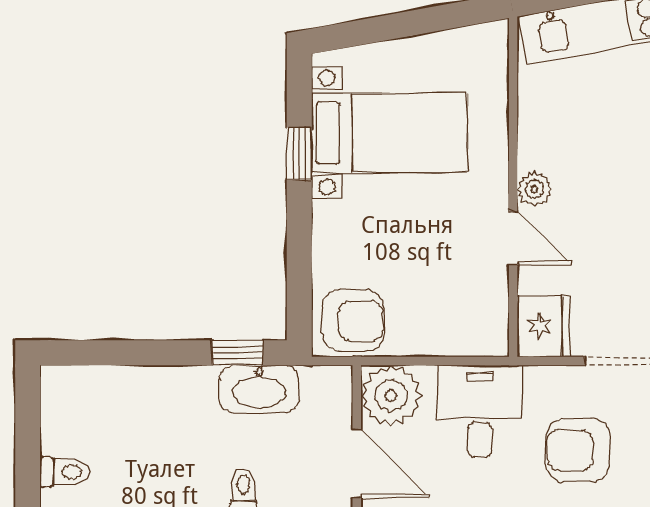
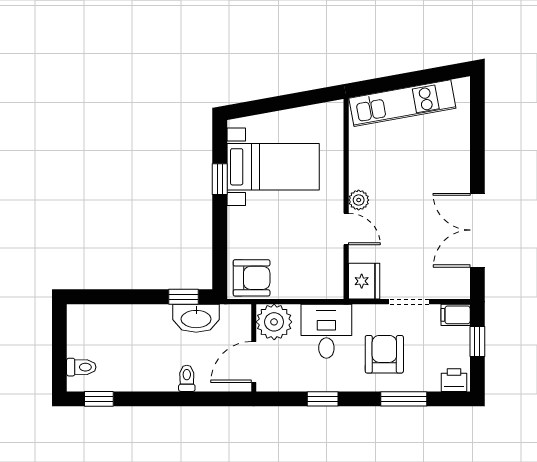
armchair: (578, 450) -> (384, 354), turned 90
door: (357, 463) -> (254, 362), swing flipped

